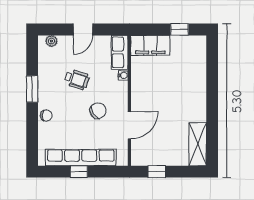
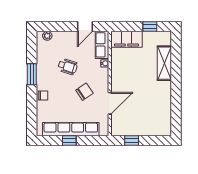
door: (83, 29) -> (85, 27), moved
shelving: (198, 144) -> (164, 63), moved

